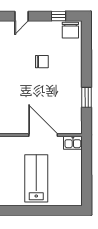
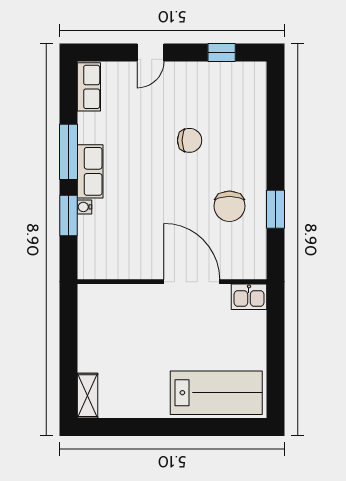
chair: (70, 30) -> (229, 206), moved
lab bench: (36, 178) -> (216, 393), moved, turned 90

